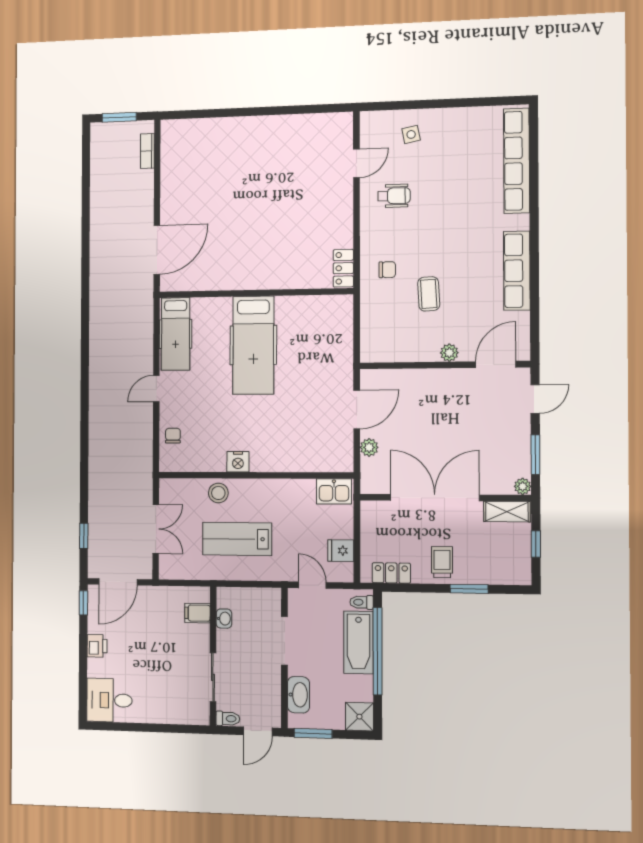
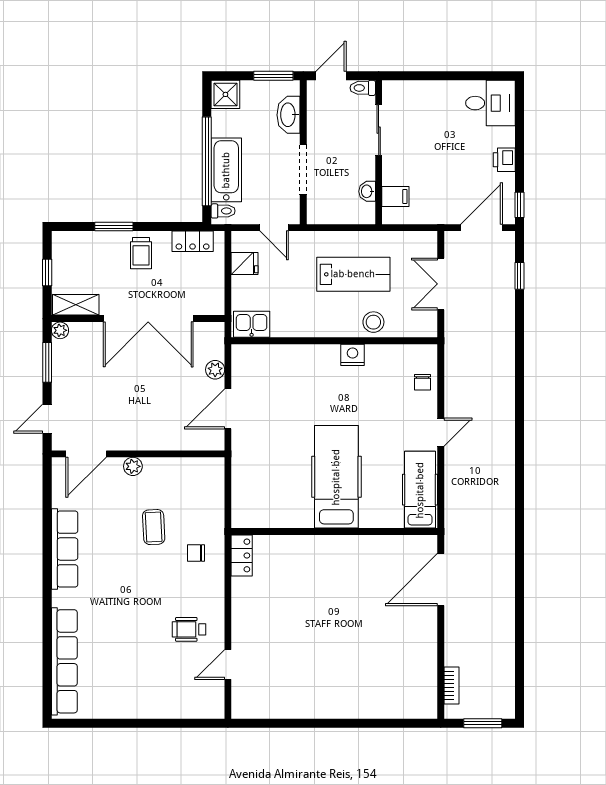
side table: (411, 134) -> (171, 692), removed

